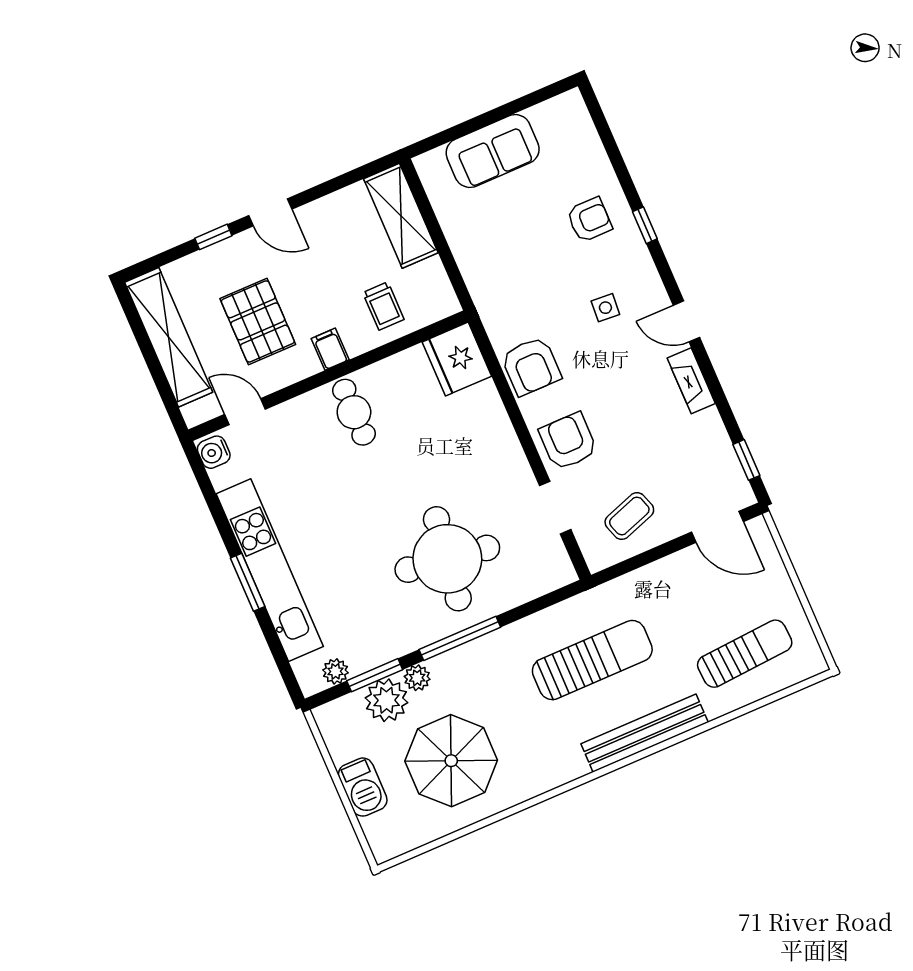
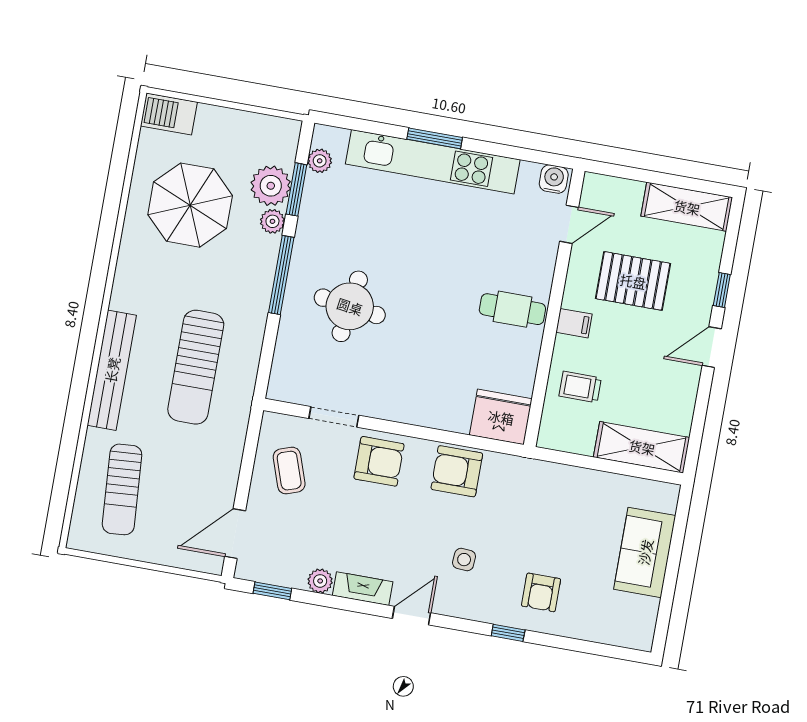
shelving: (169, 337) -> (687, 207), width x0.68
plant: (709, 423) -> (320, 581), added
round table: (447, 559) -> (350, 306), width x0.73, depth x0.73
barbecue: (363, 787) -> (169, 114), moved

